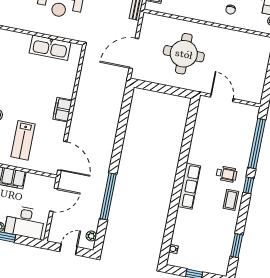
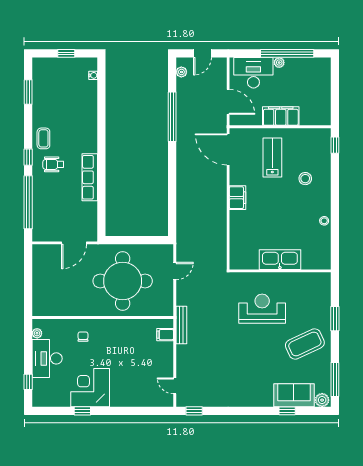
kitchen sink: (50, 48) -> (280, 260), moved
door: (134, 53) -> (175, 271), width x0.53
round table: (184, 54) -> (123, 281), width x1.36, depth x1.36
door: (222, 98) -> (74, 243), hinge flipped
row of seats: (189, 186) -> (90, 177), moved
door: (54, 200) -> (228, 102), swing flipped

